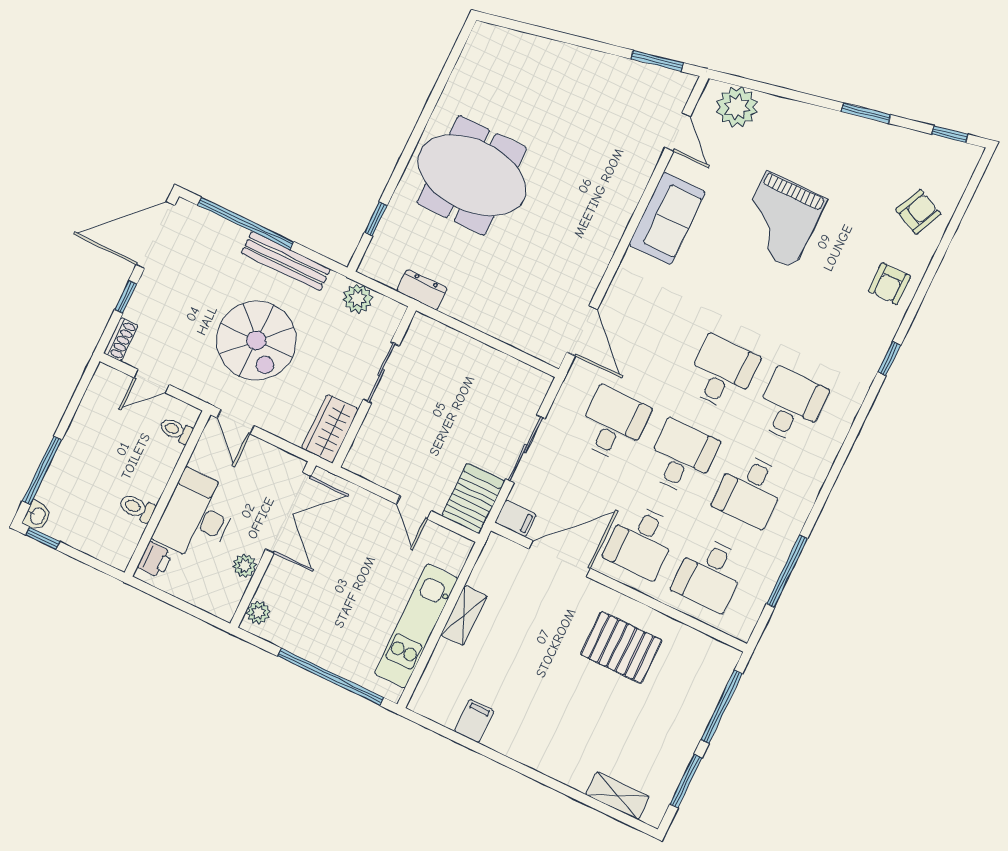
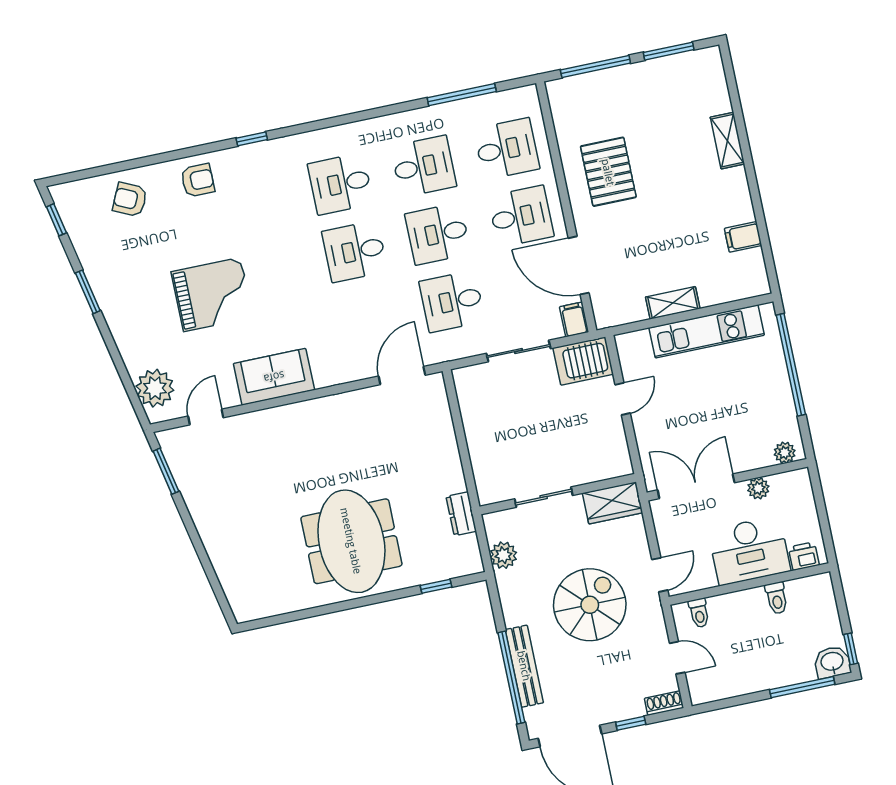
bench: (286, 261) -> (524, 666), moved
washbasin: (37, 516) -> (832, 662), width x1.38, depth x1.45
shelving: (618, 796) -> (727, 141), moved

